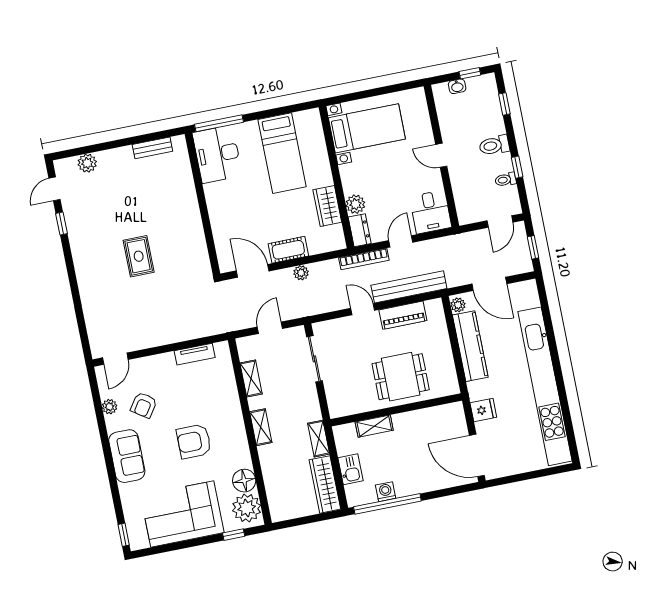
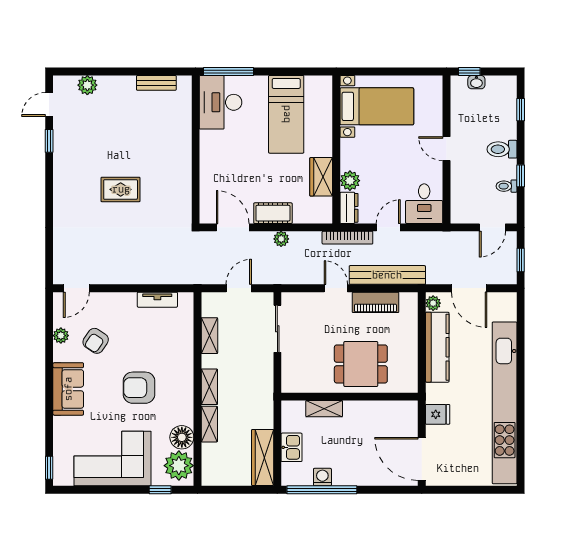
window: (470, 73) -> (469, 71), moved
rug: (139, 256) -> (121, 189), turned 90
shelving: (319, 439) -> (209, 424), moved

